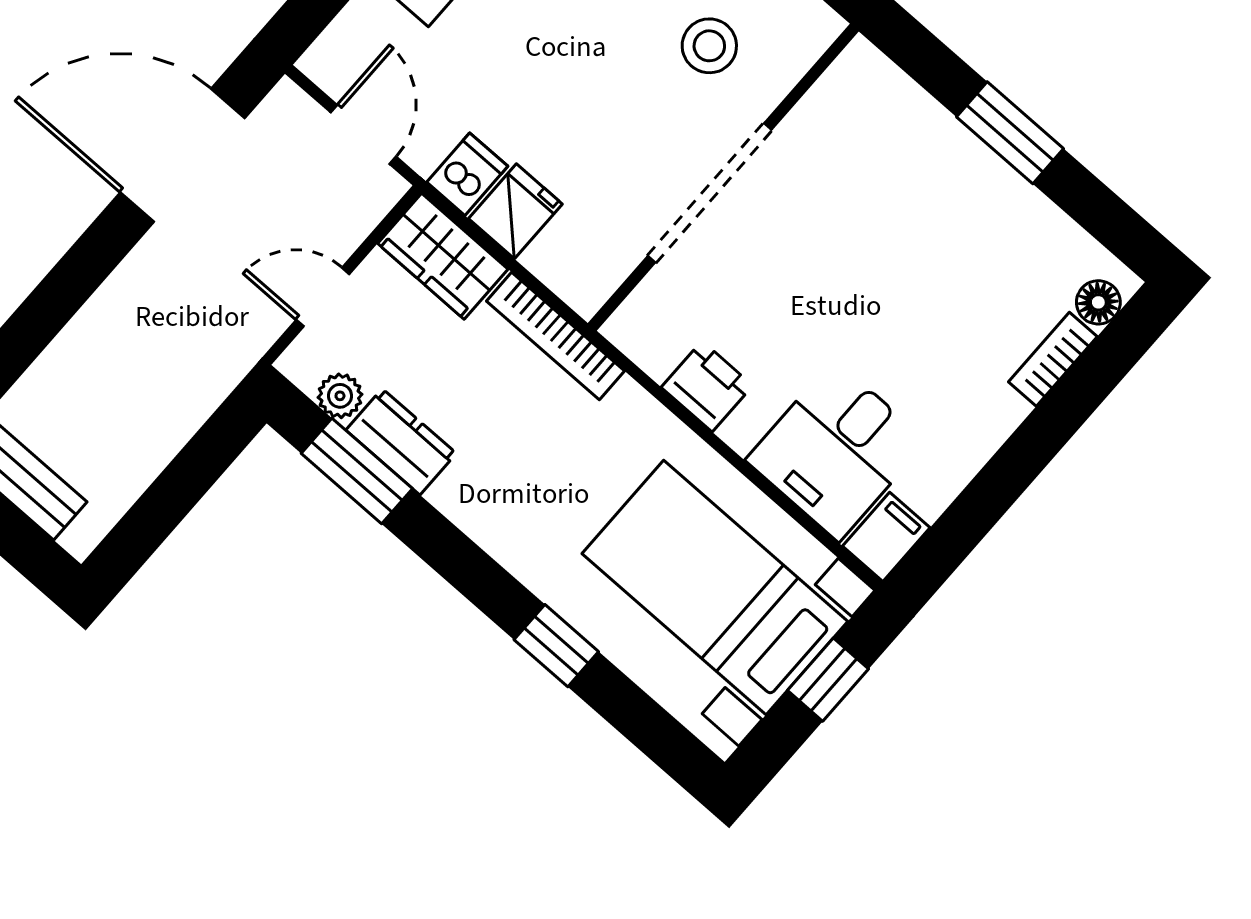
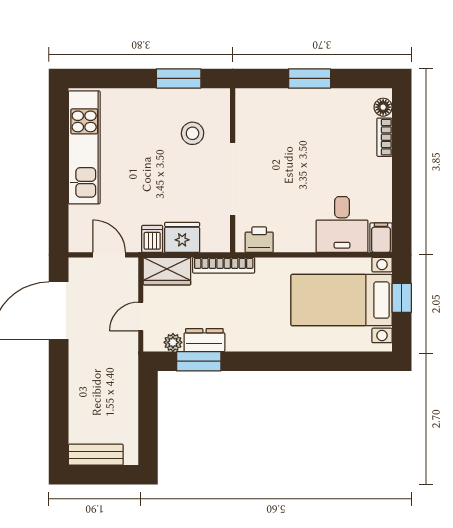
fridge: (515, 211) -> (182, 237), width x1.38
printer: (707, 386) -> (259, 240), moved
window: (556, 646) -> (308, 361), removed

